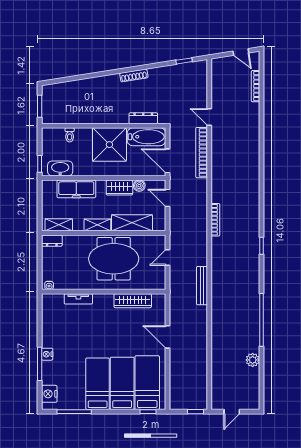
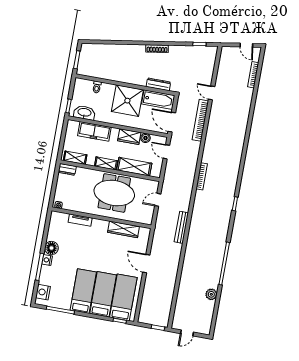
floor lamp: (50, 339) -> (51, 248), added

